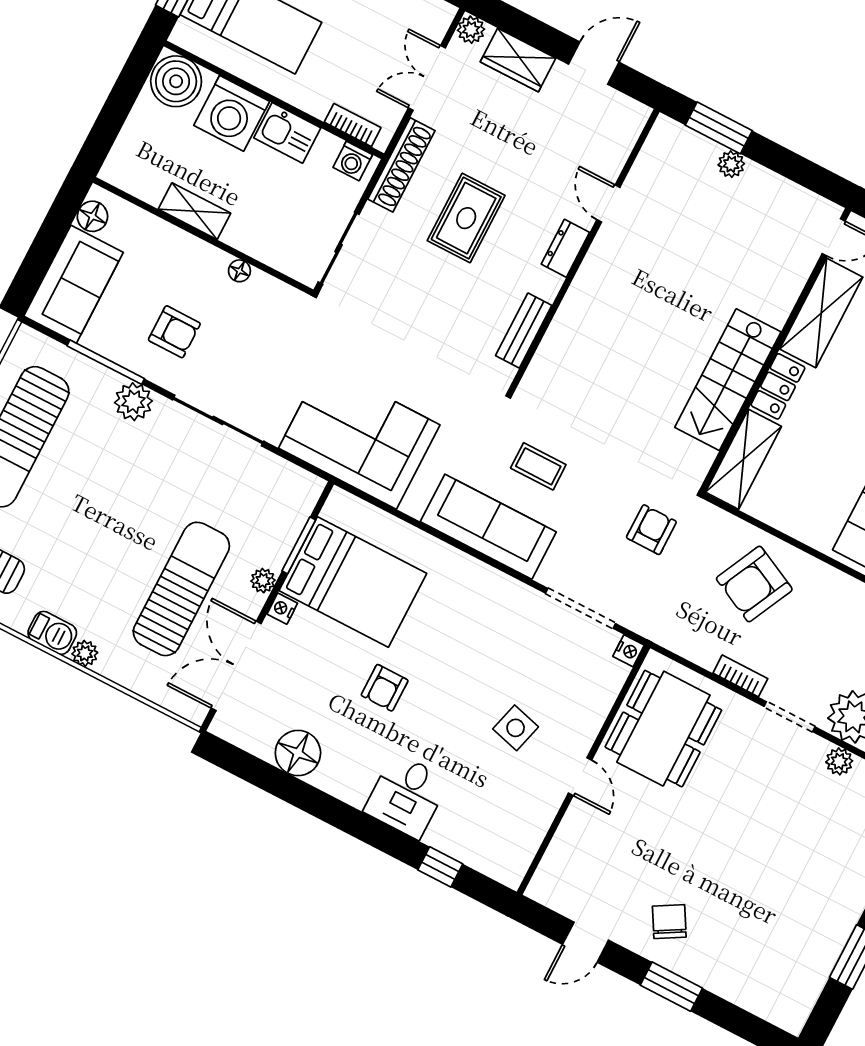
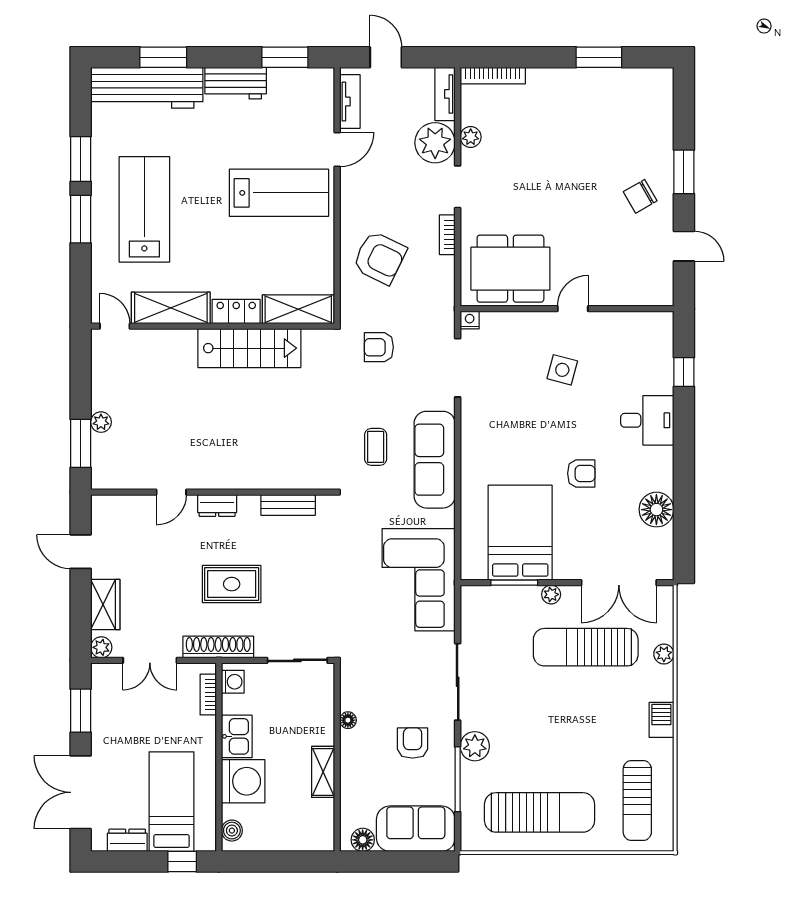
boiler: (176, 81) -> (232, 831), width x0.54, depth x0.54
nightstand: (282, 609) -> (563, 571), removed
plant: (85, 653) -> (664, 654), moved

